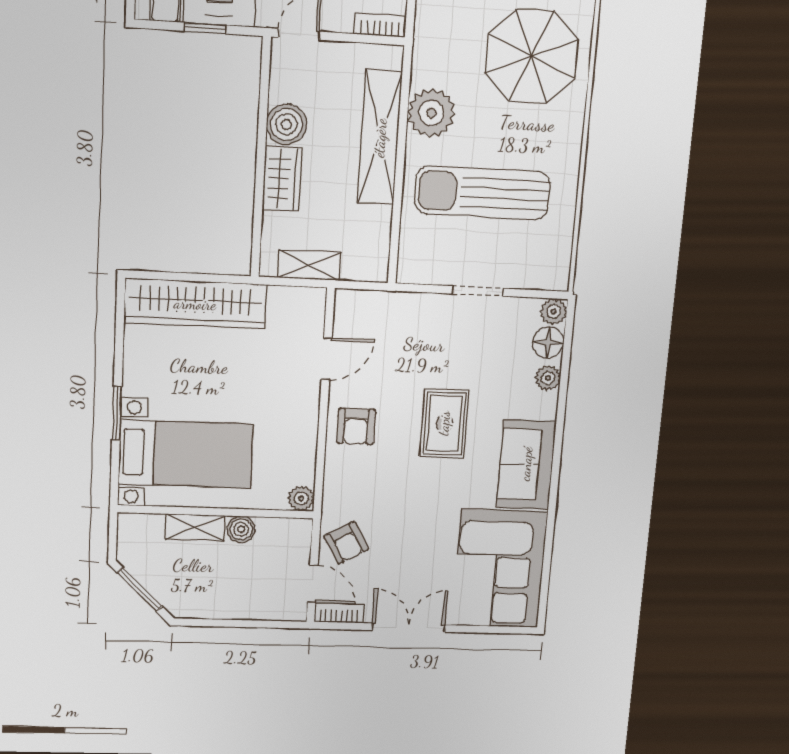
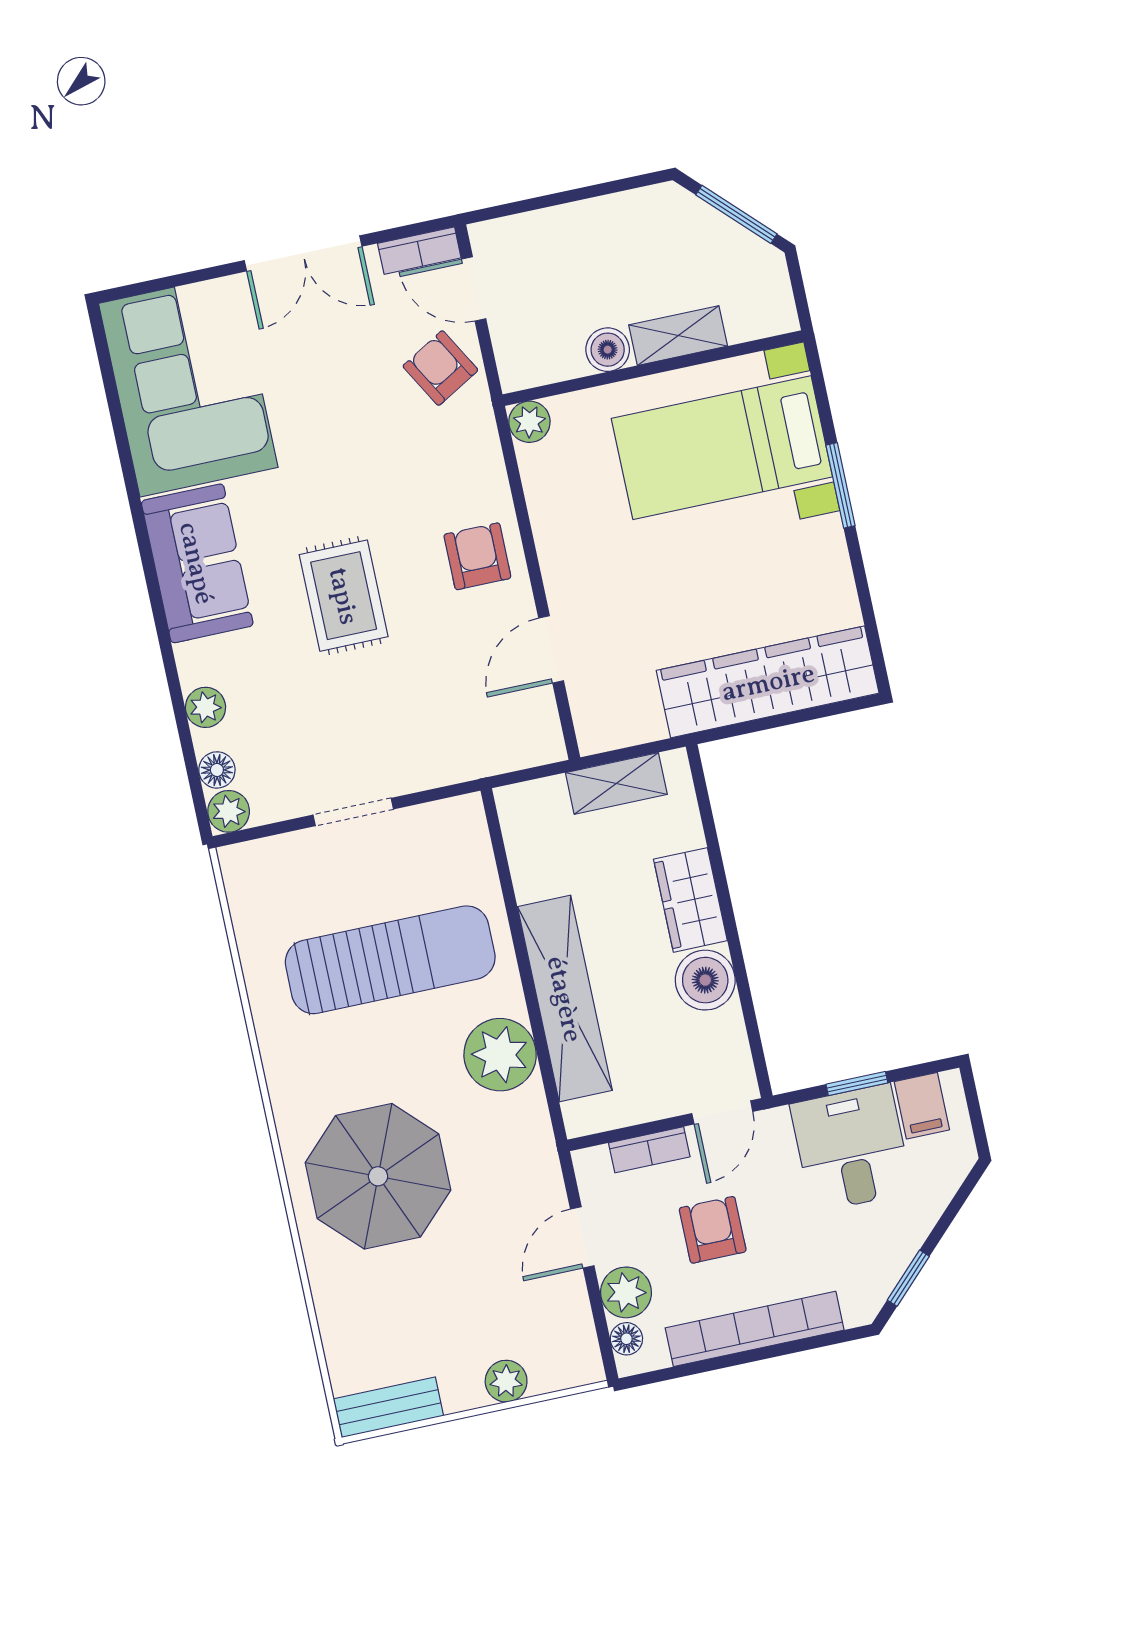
bookcase: (380, 25) -> (649, 1150), moved
floor lamp: (548, 343) -> (217, 770), width x0.73, depth x0.73

